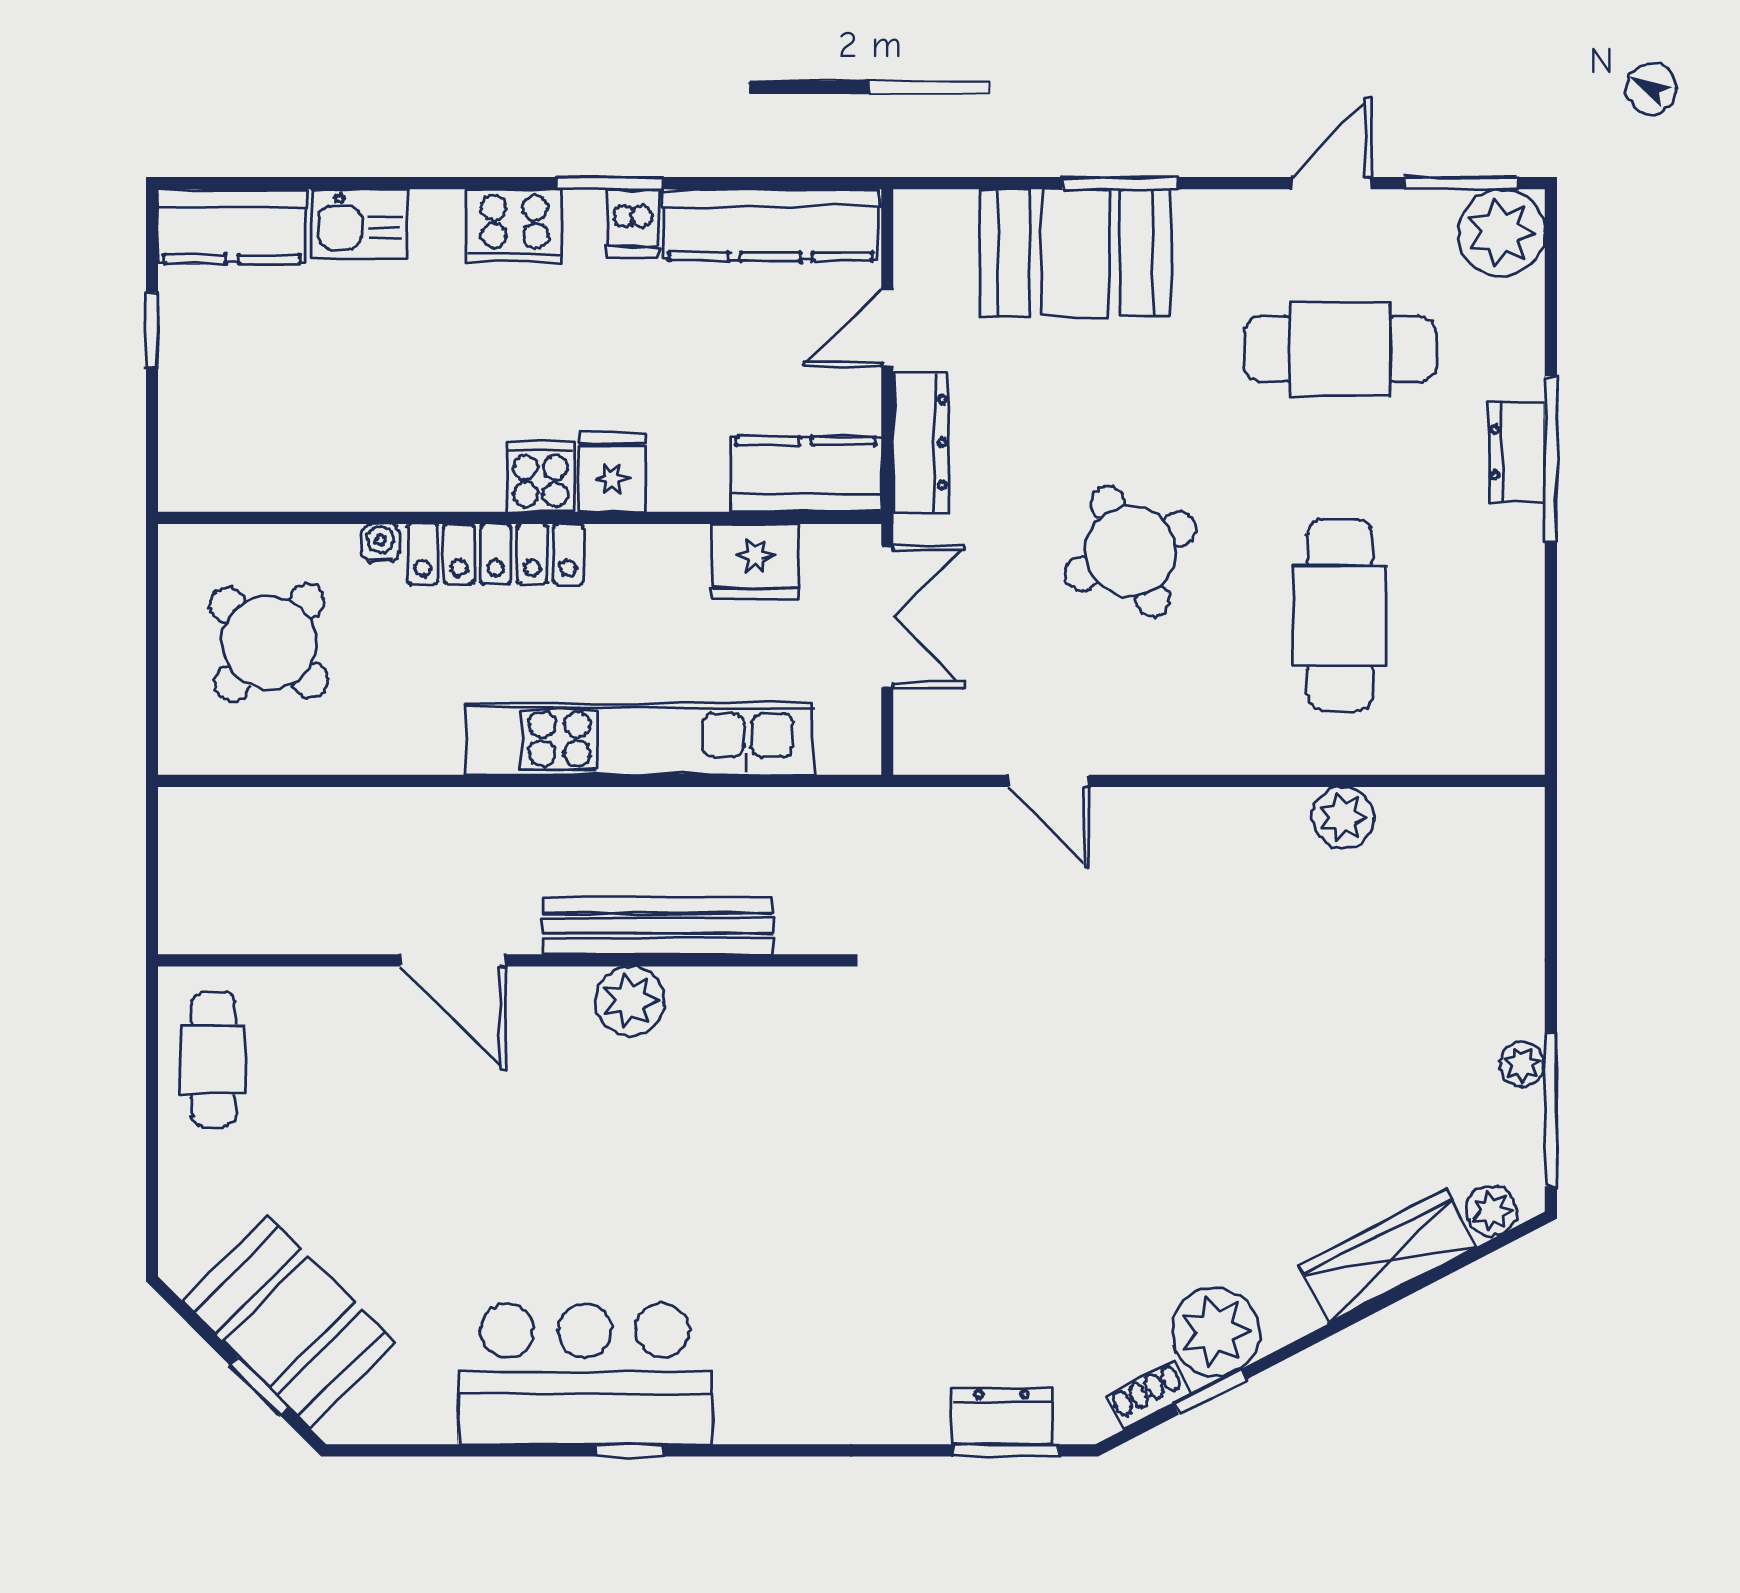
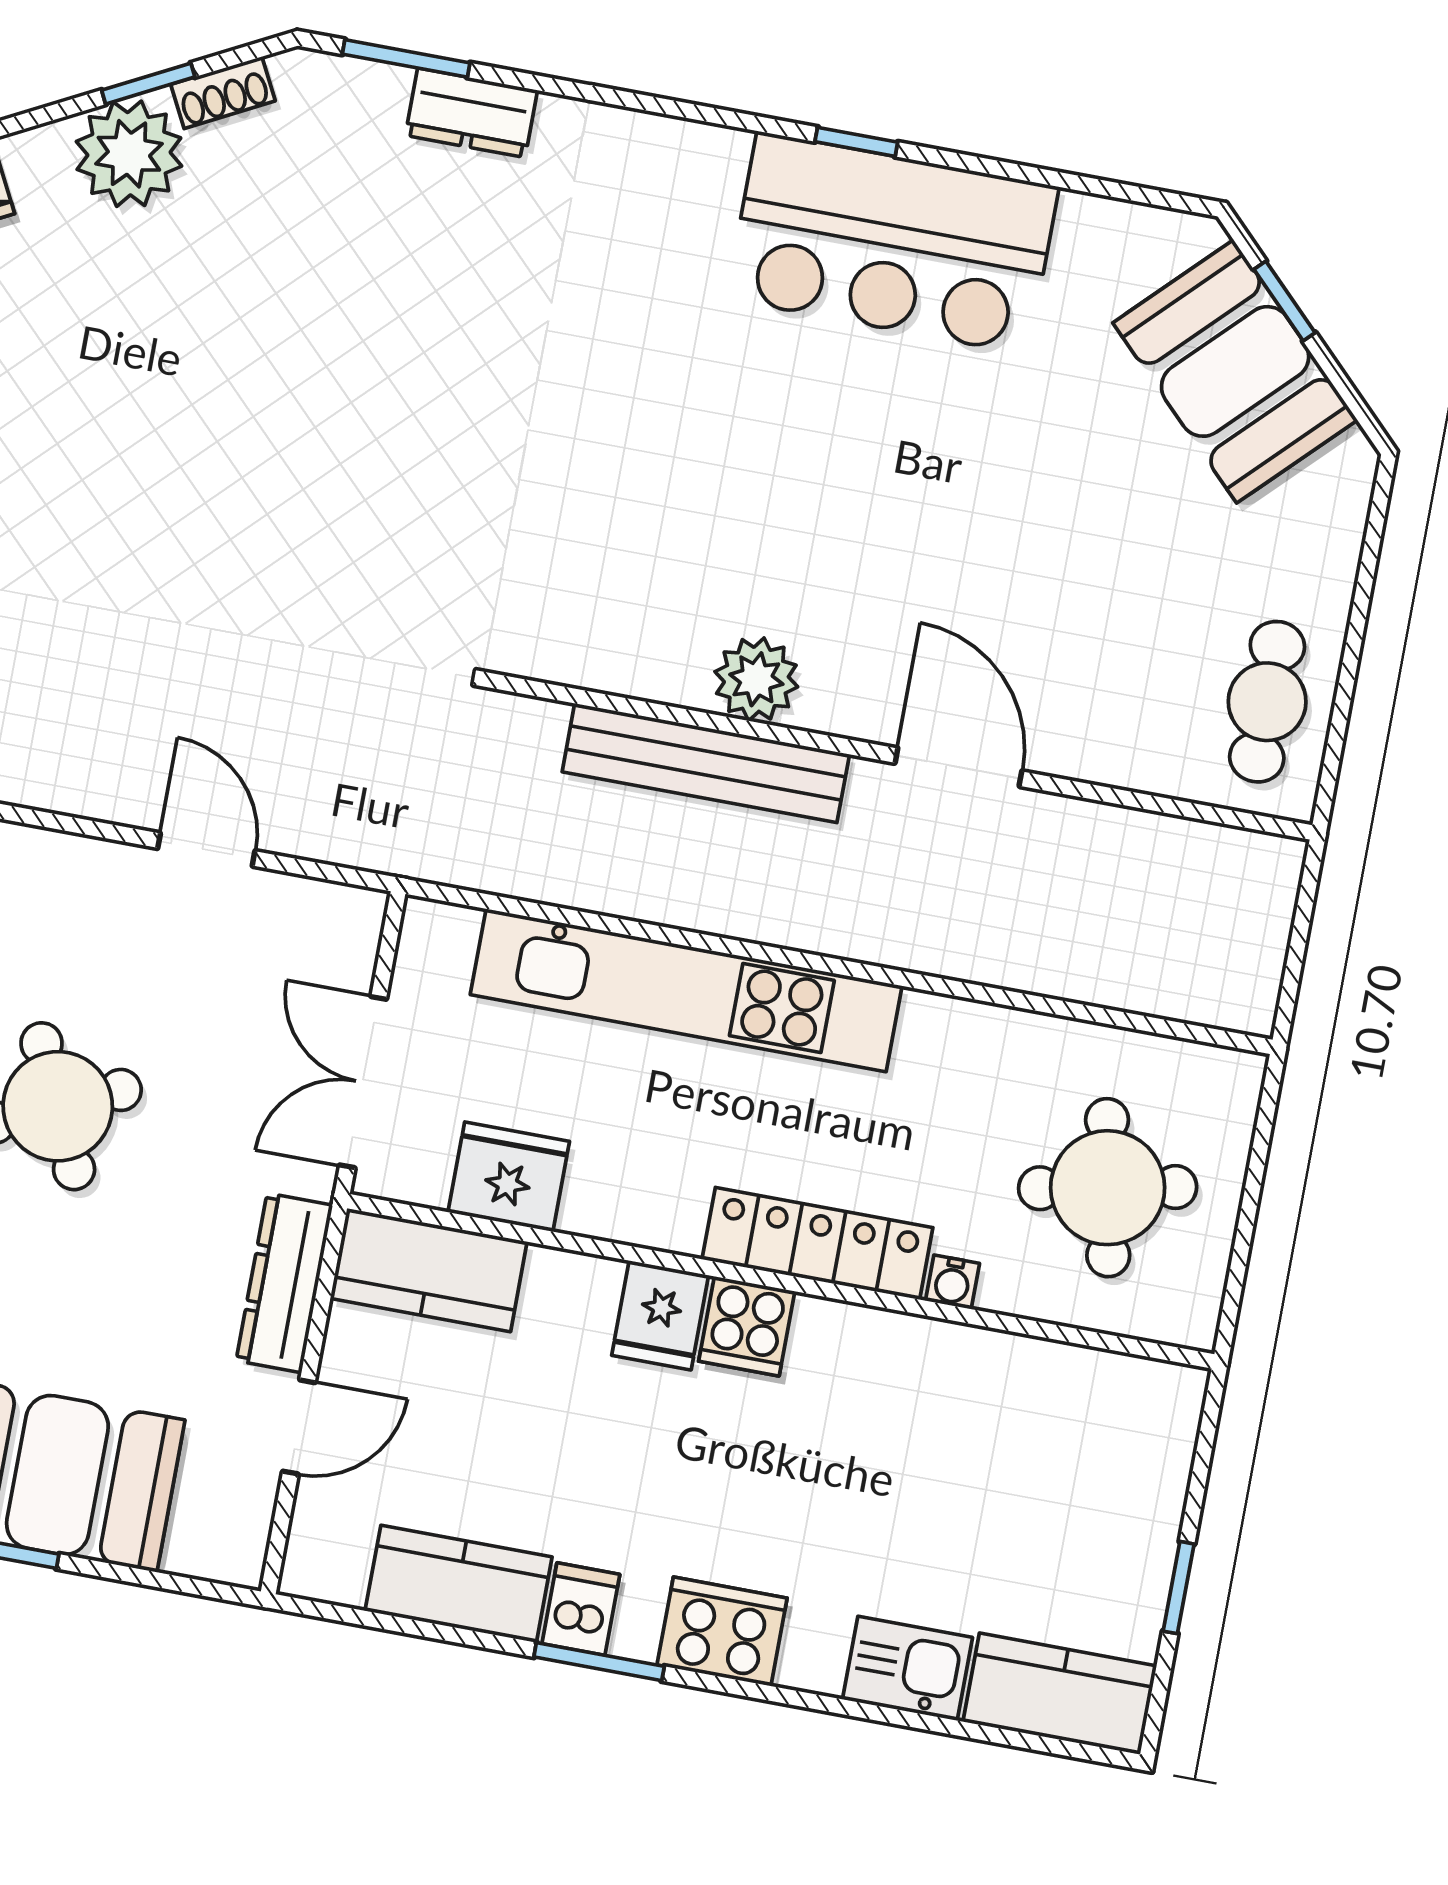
kitchen counter: (771, 225) -> (459, 1584), width x0.67
round table: (269, 643) -> (1108, 1188), turned 37
dresser: (1002, 1416) -> (471, 113), moved

